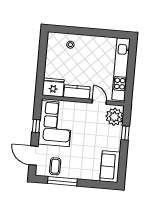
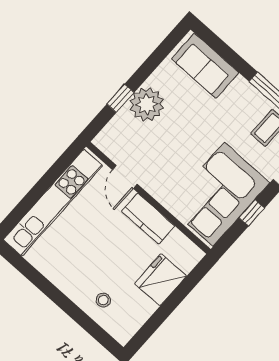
fridge: (53, 87) -> (161, 280), moved, turned 90
plant: (114, 117) -> (147, 104), moved
sofa: (110, 167) -> (205, 66), moved, turned 90

